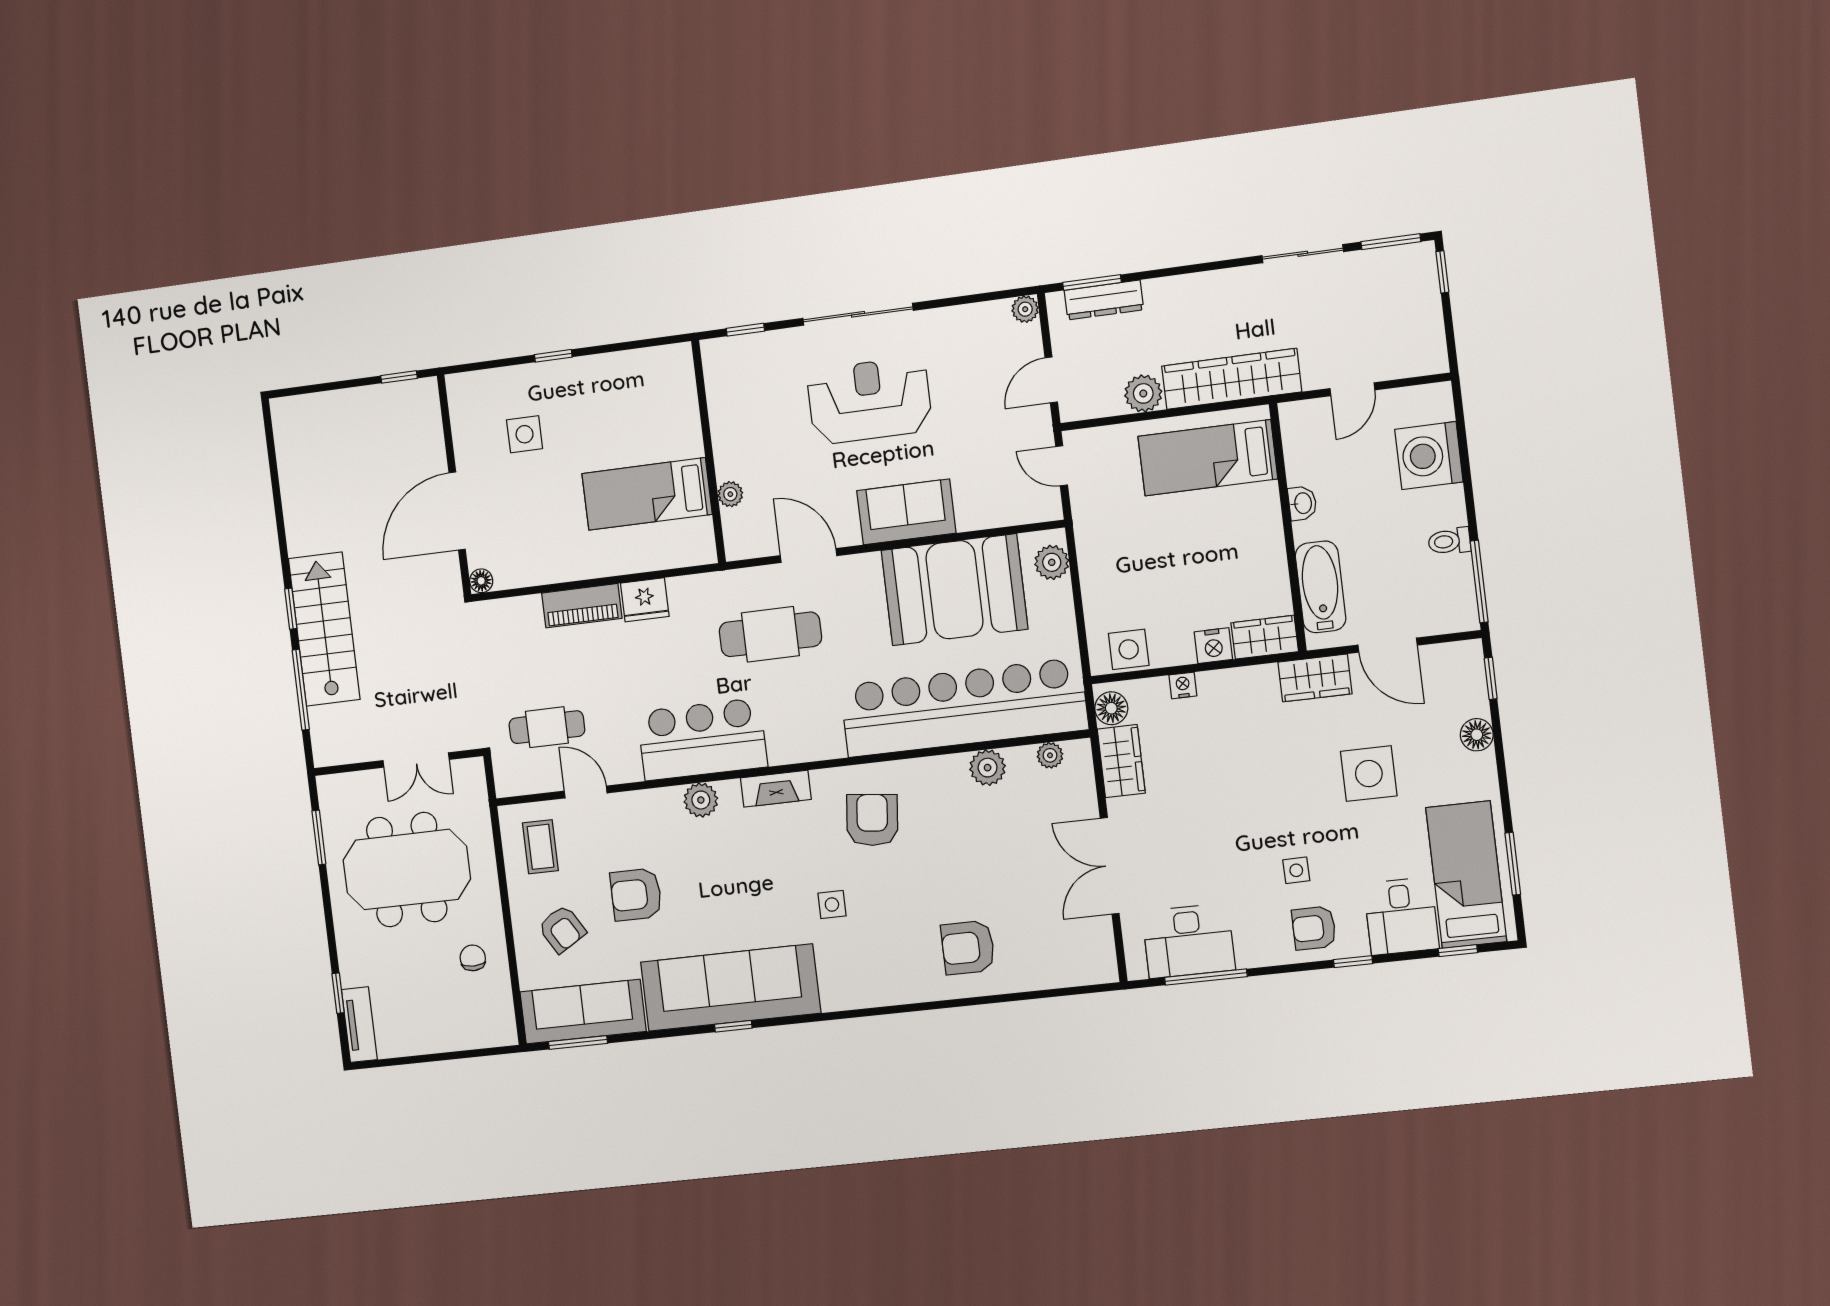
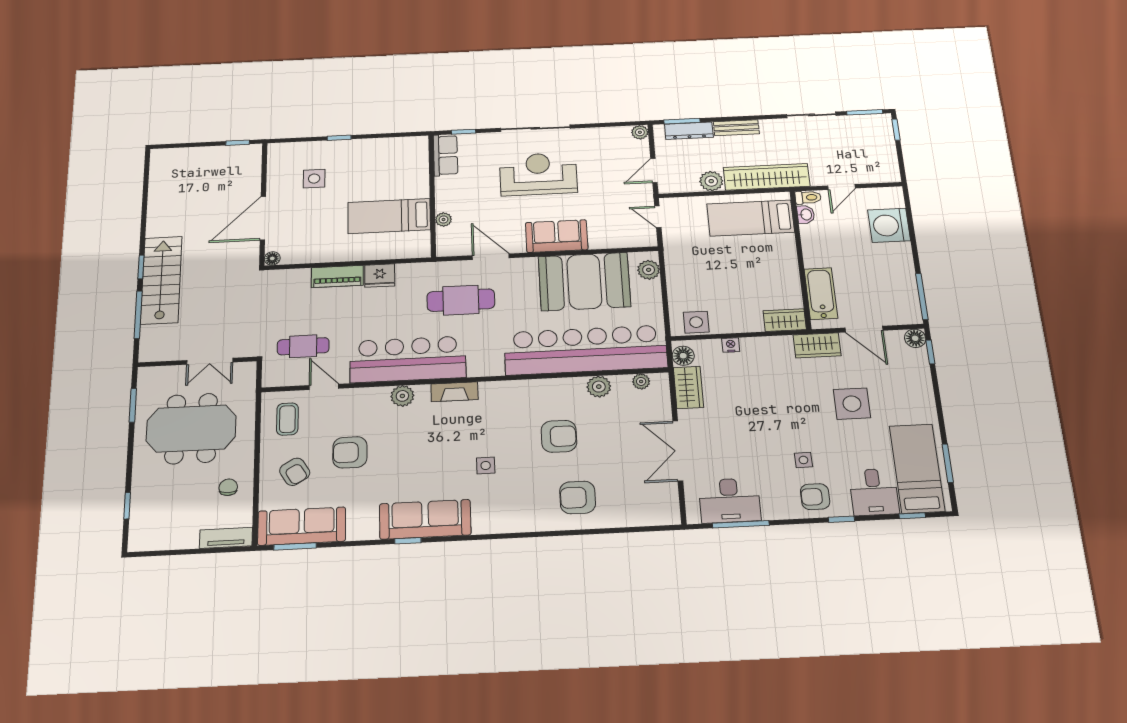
bench: (1181, 288) -> (736, 128), added
row of seats: (722, 376) -> (446, 155), added
washbasin: (1302, 503) -> (806, 215), moved
toilet: (1449, 541) -> (808, 197), moved, turned 180
nightstand: (1213, 646) -> (751, 323), removed
floor lamp: (1477, 735) -> (915, 338), moved
bar counter: (702, 739) -> (408, 359), width x1.36
armchair: (872, 820) -> (559, 436), moved, turned 84
sofa: (730, 988) -> (425, 519), width x0.74, depth x0.79
tv unit: (359, 1025) -> (226, 538), moved, turned -90

